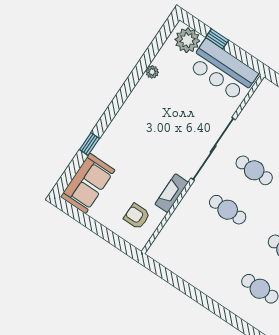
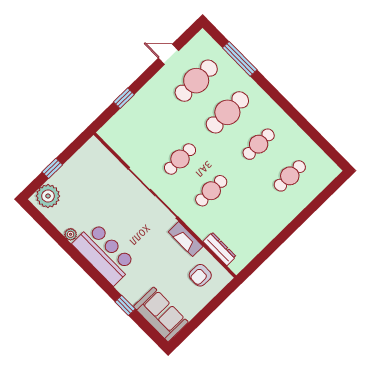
bar counter: (223, 70) -> (104, 254), moved, turned -90
dresser: (169, 231) -> (220, 249), added

